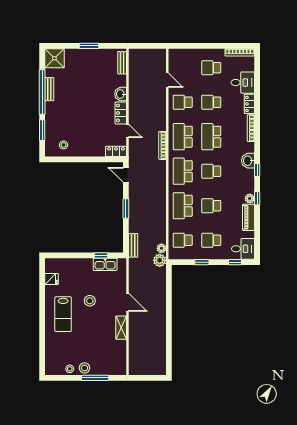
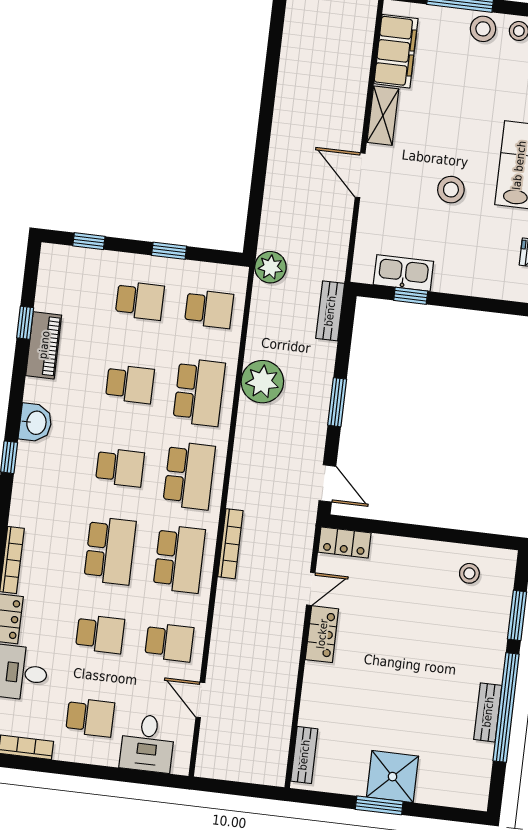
shower: (54, 58) -> (393, 777), moved
washbasin: (121, 94) -> (317, 680), removed
door: (128, 131) -> (311, 589), swing flipped
washbasin: (248, 161) -> (35, 423), moved
plant: (250, 198) -> (35, 391), removed
window: (257, 198) -> (25, 323), moved
plant: (161, 248) -> (262, 382), moved, width x1.87, depth x1.87
desk: (243, 249) -> (147, 743), moved, turned -90
filing cabinet: (119, 355) -> (396, 51), added

